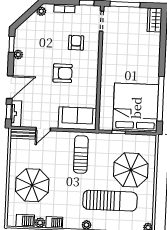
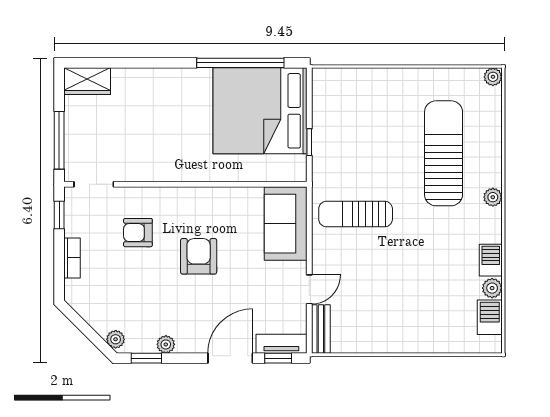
plant: (41, 11) -> (116, 339), moved
door: (10, 87) -> (230, 358), hinge flipped
door: (43, 129) -> (309, 289), hinge flipped
parasol: (131, 170) -> (382, 115), removed
parasol: (32, 185) -> (420, 306), removed

